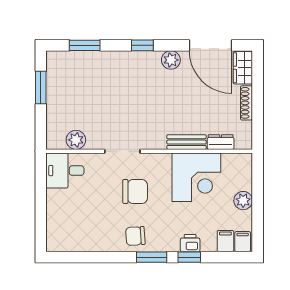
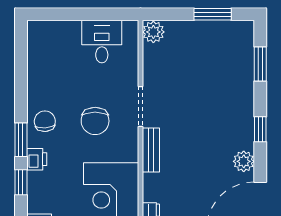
plant: (76, 140) -> (153, 32), moved
bench: (186, 142) -> (151, 150), moved
desk: (65, 171) -> (102, 42), moved
printer: (190, 243) -> (37, 159), moved

